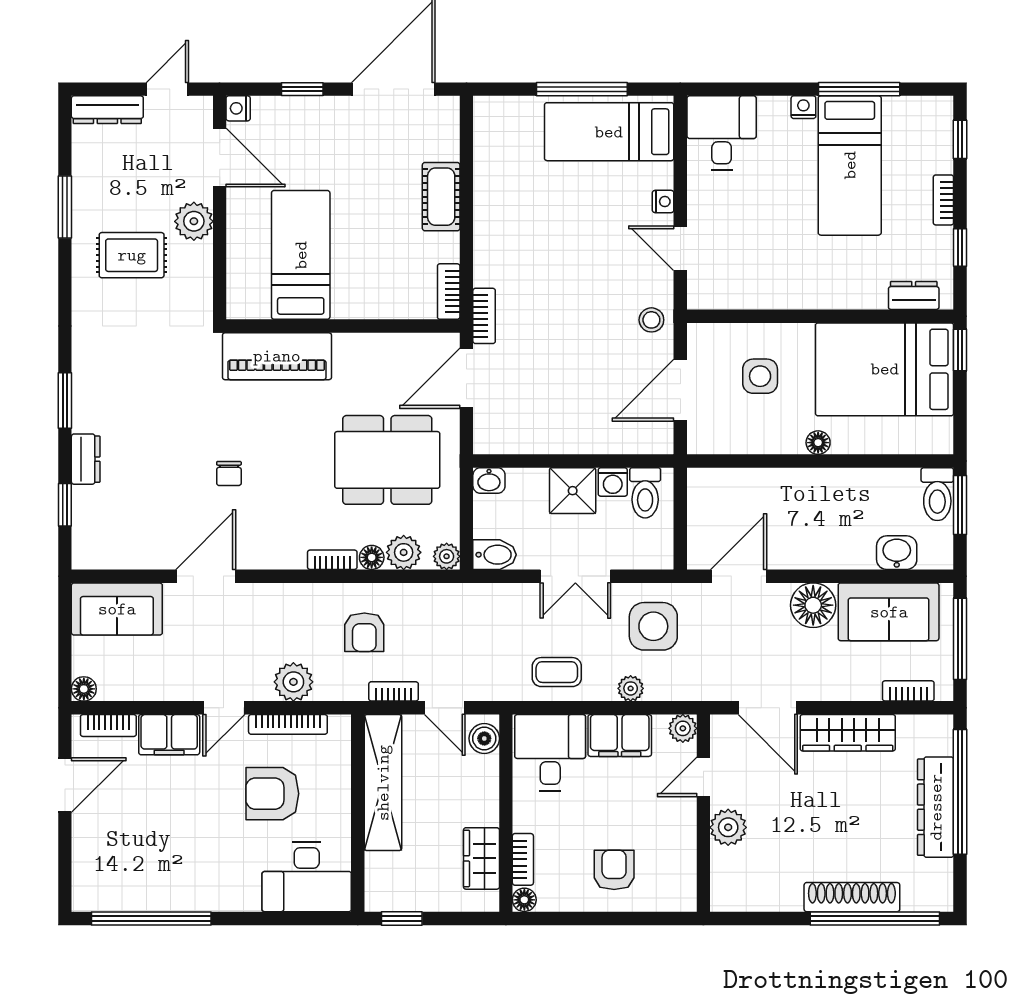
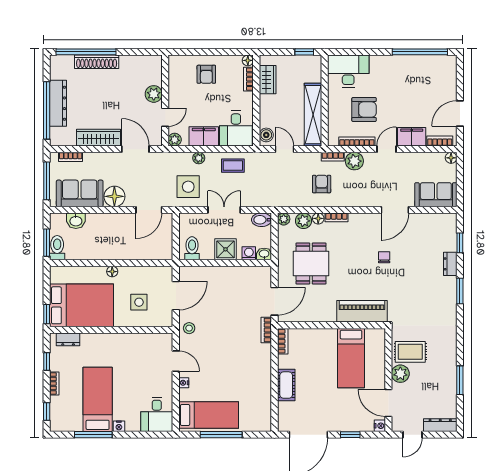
rug: (132, 255) -> (410, 352), moved
dining table: (387, 460) -> (311, 264), width x0.73
washing machine: (613, 482) -> (249, 253), moved
bookcase: (394, 691) -> (333, 157), moved

